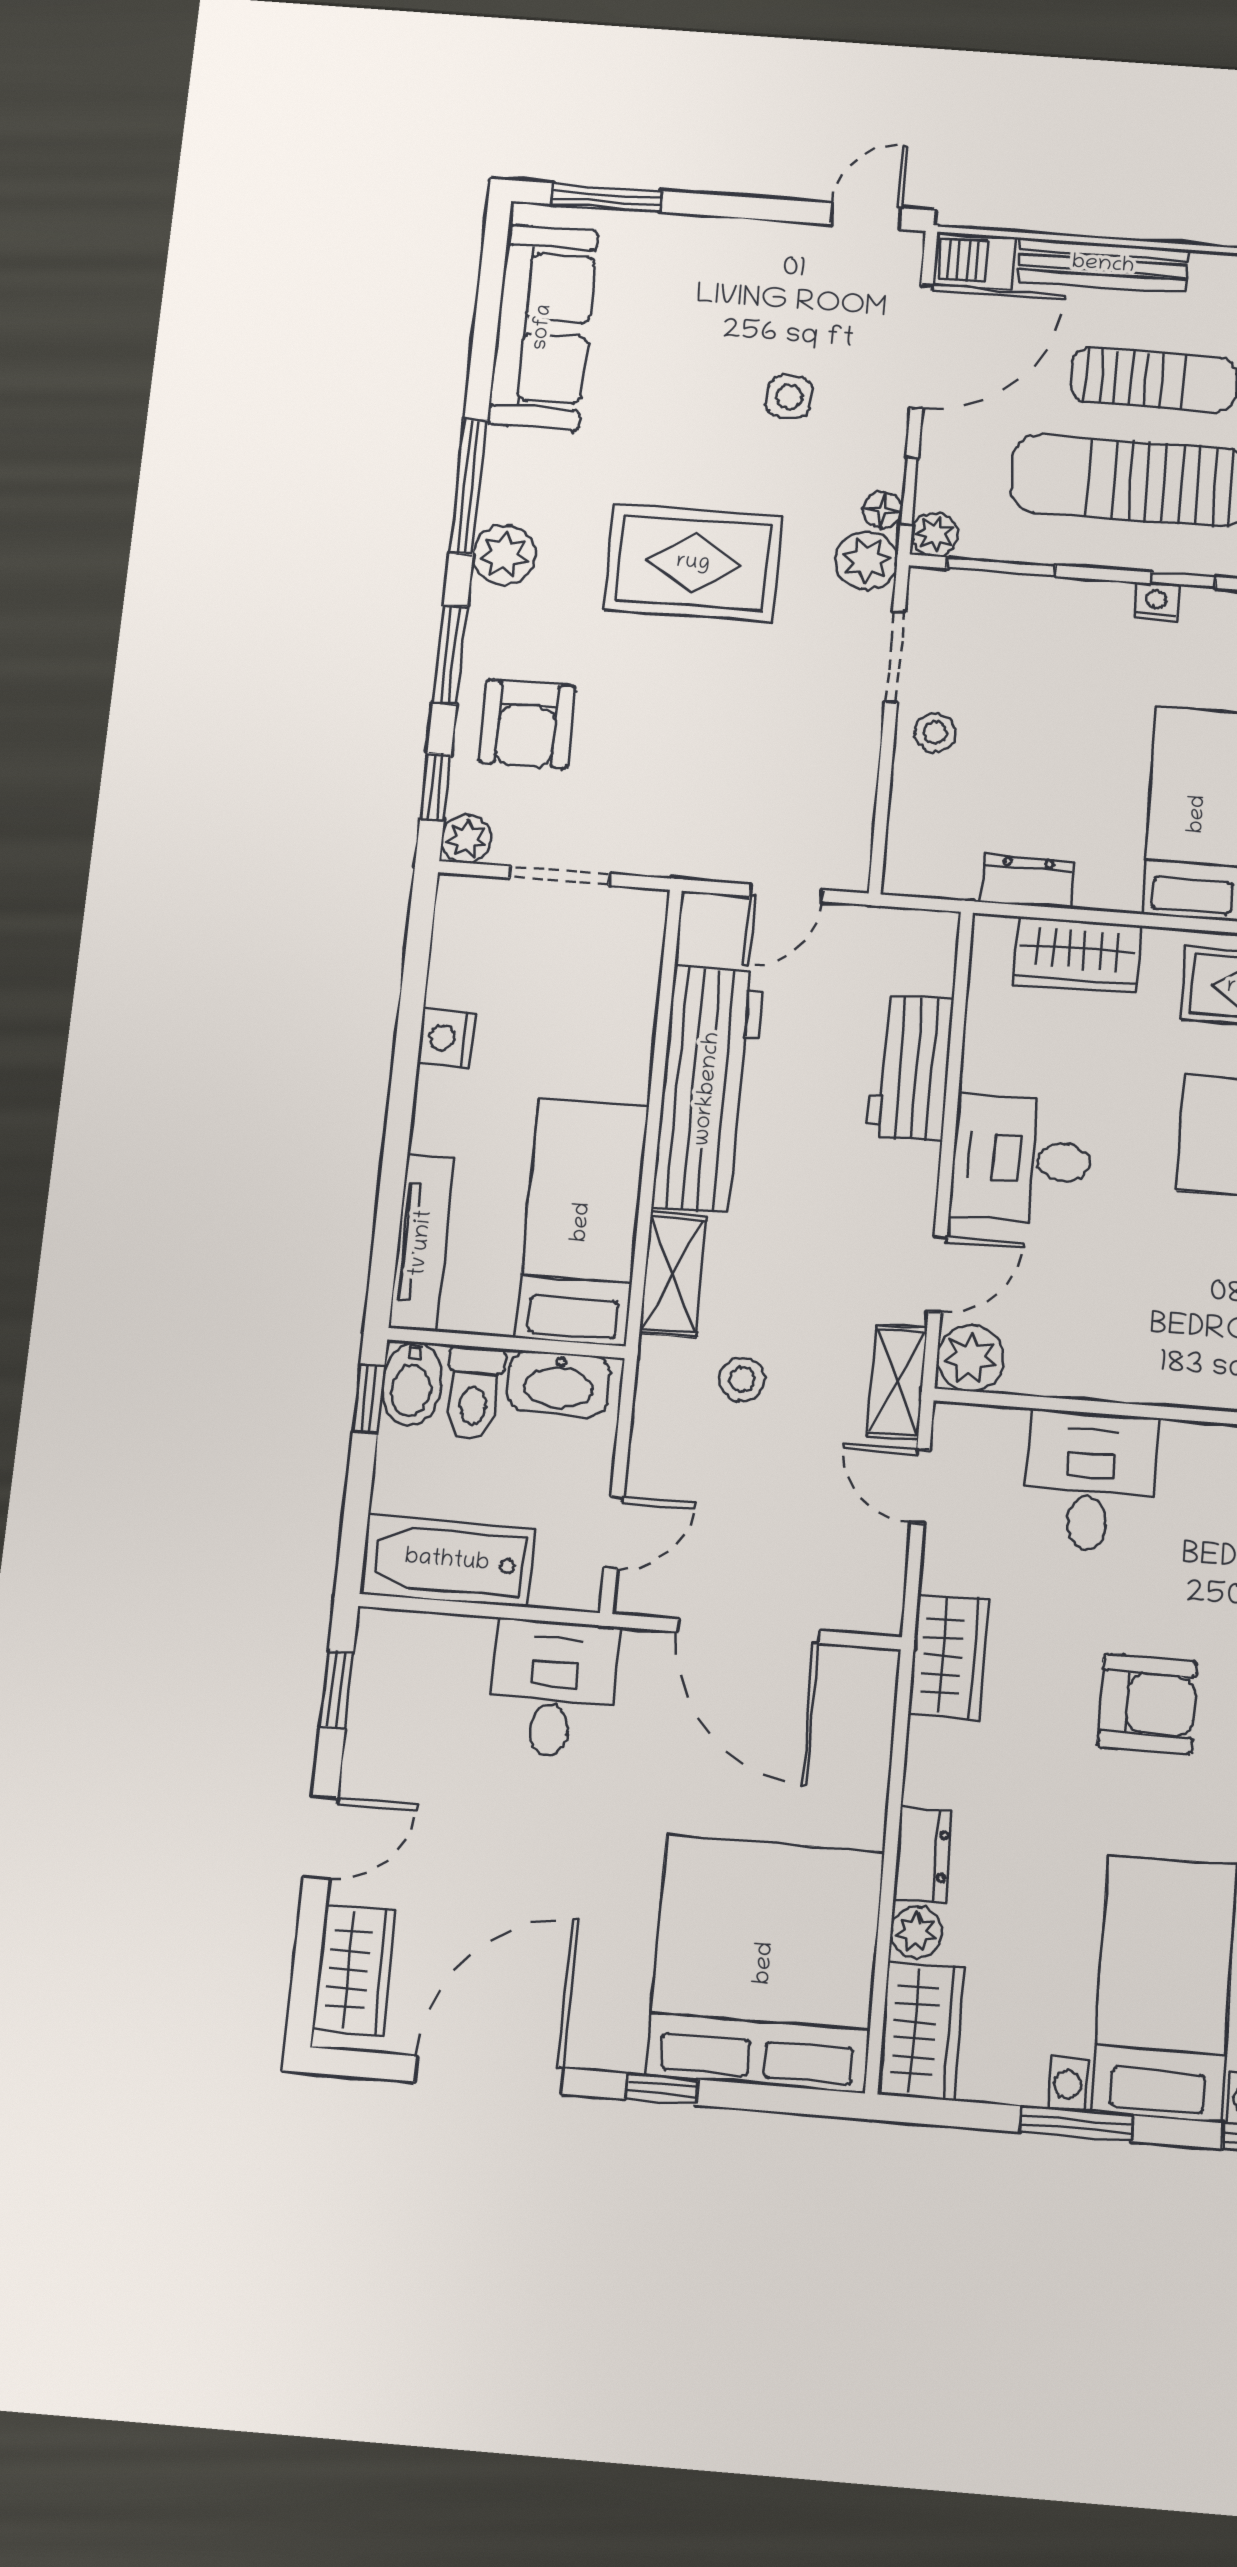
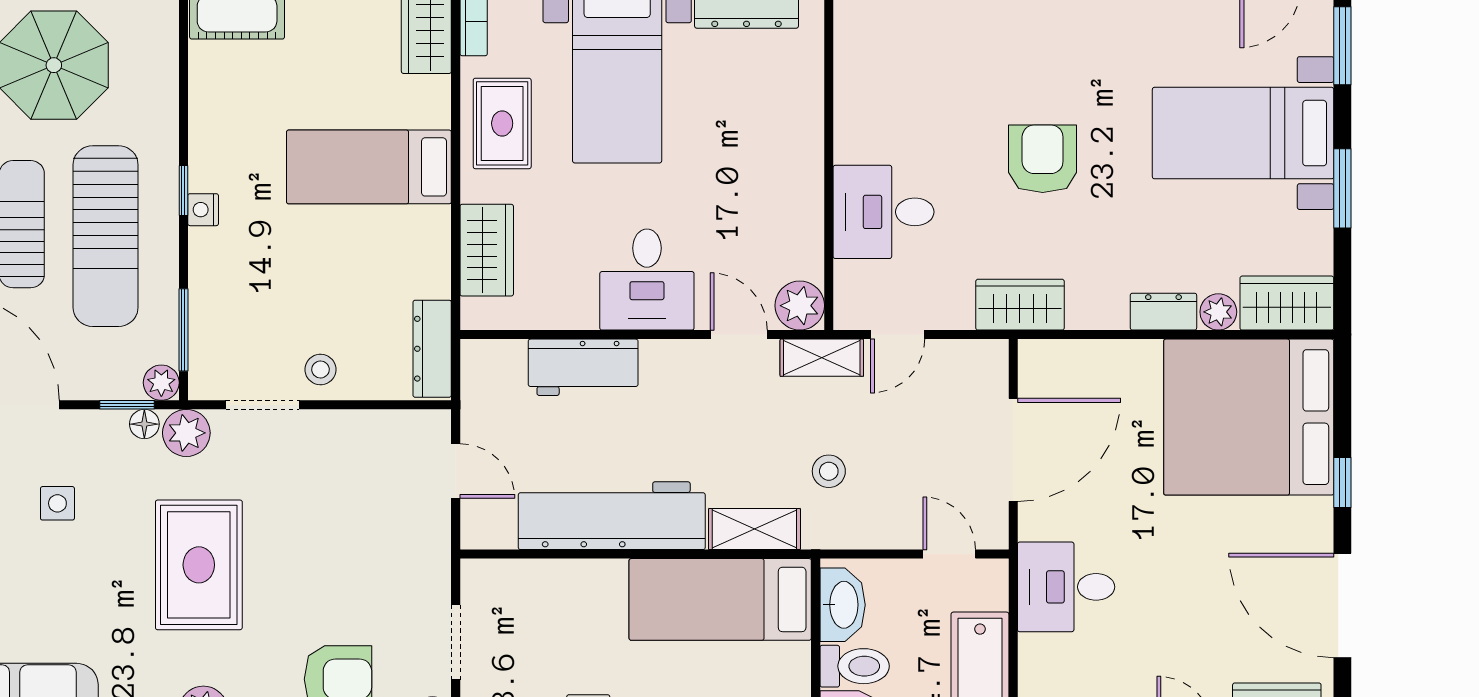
dresser: (1027, 881) -> (432, 349), moved, width x1.44

